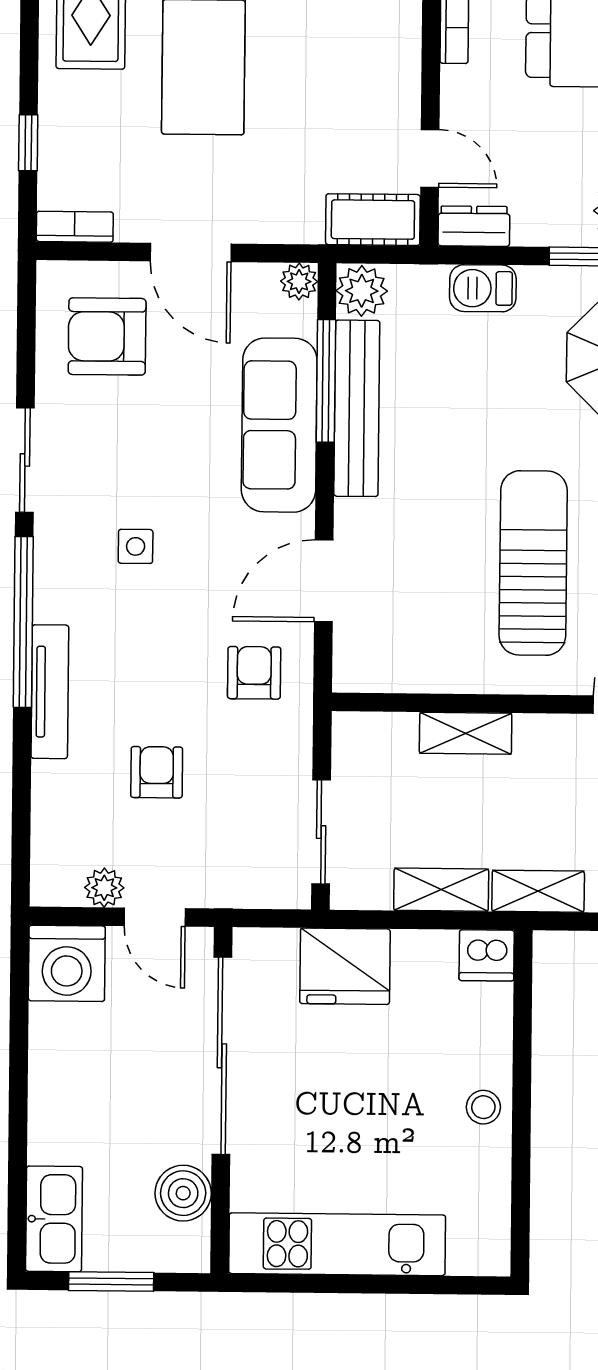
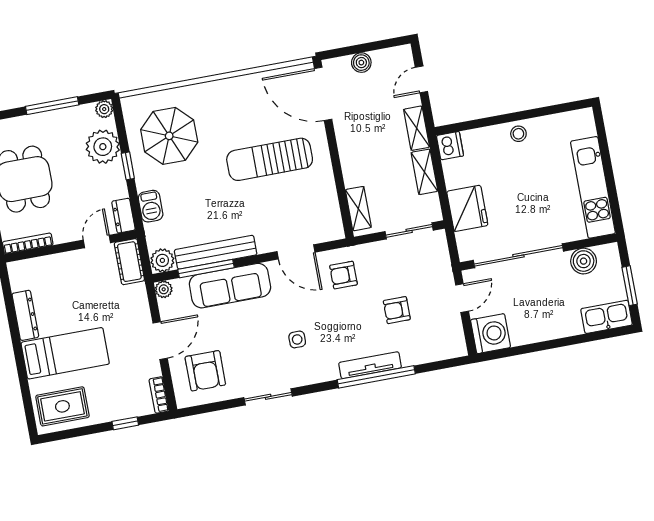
window: (23, 622) -> (376, 377), moved
shelving: (466, 733) -> (358, 209), moved
plant: (104, 888) -> (453, 323), removed

